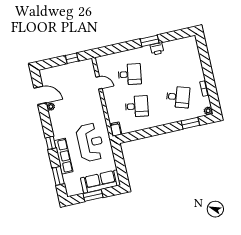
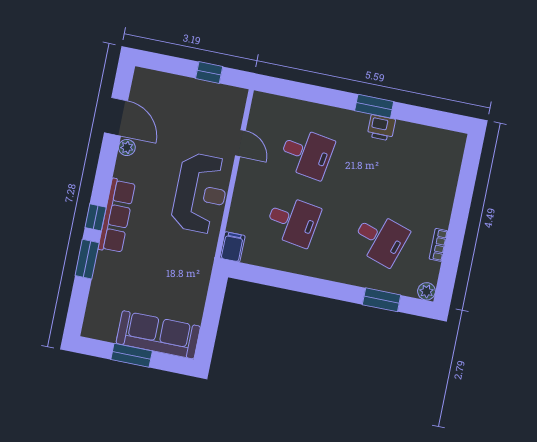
reception desk: (90, 142) -> (201, 193), moved
row of seats: (64, 156) -> (117, 216), moved
window: (58, 176) -> (87, 259), moved

